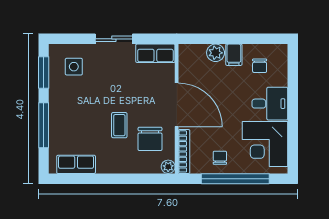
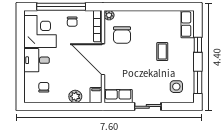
filing cabinet: (234, 55) -> (96, 95), moved
window: (44, 125) -> (198, 45), width x0.46
coffee table: (119, 125) -> (162, 52), moved
chair: (150, 139) -> (122, 35), turned 180
row of seats: (76, 164) -> (188, 24), moved, turned 90

